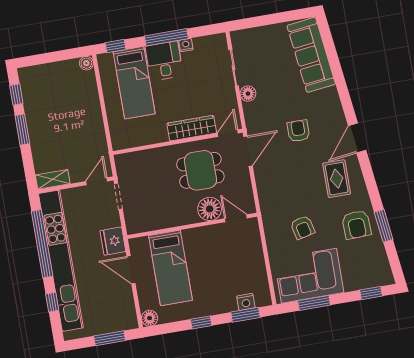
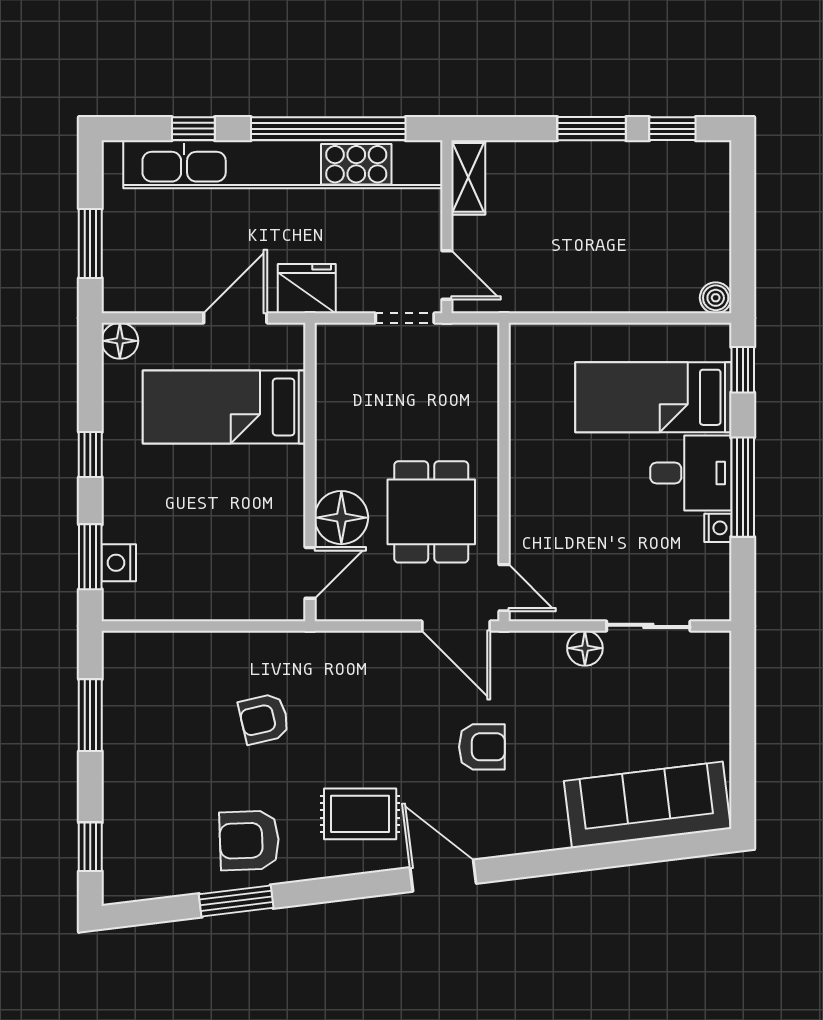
wardrobe: (192, 128) -> (529, 509), removed
corner sofa: (309, 276) -> (153, 714), removed

